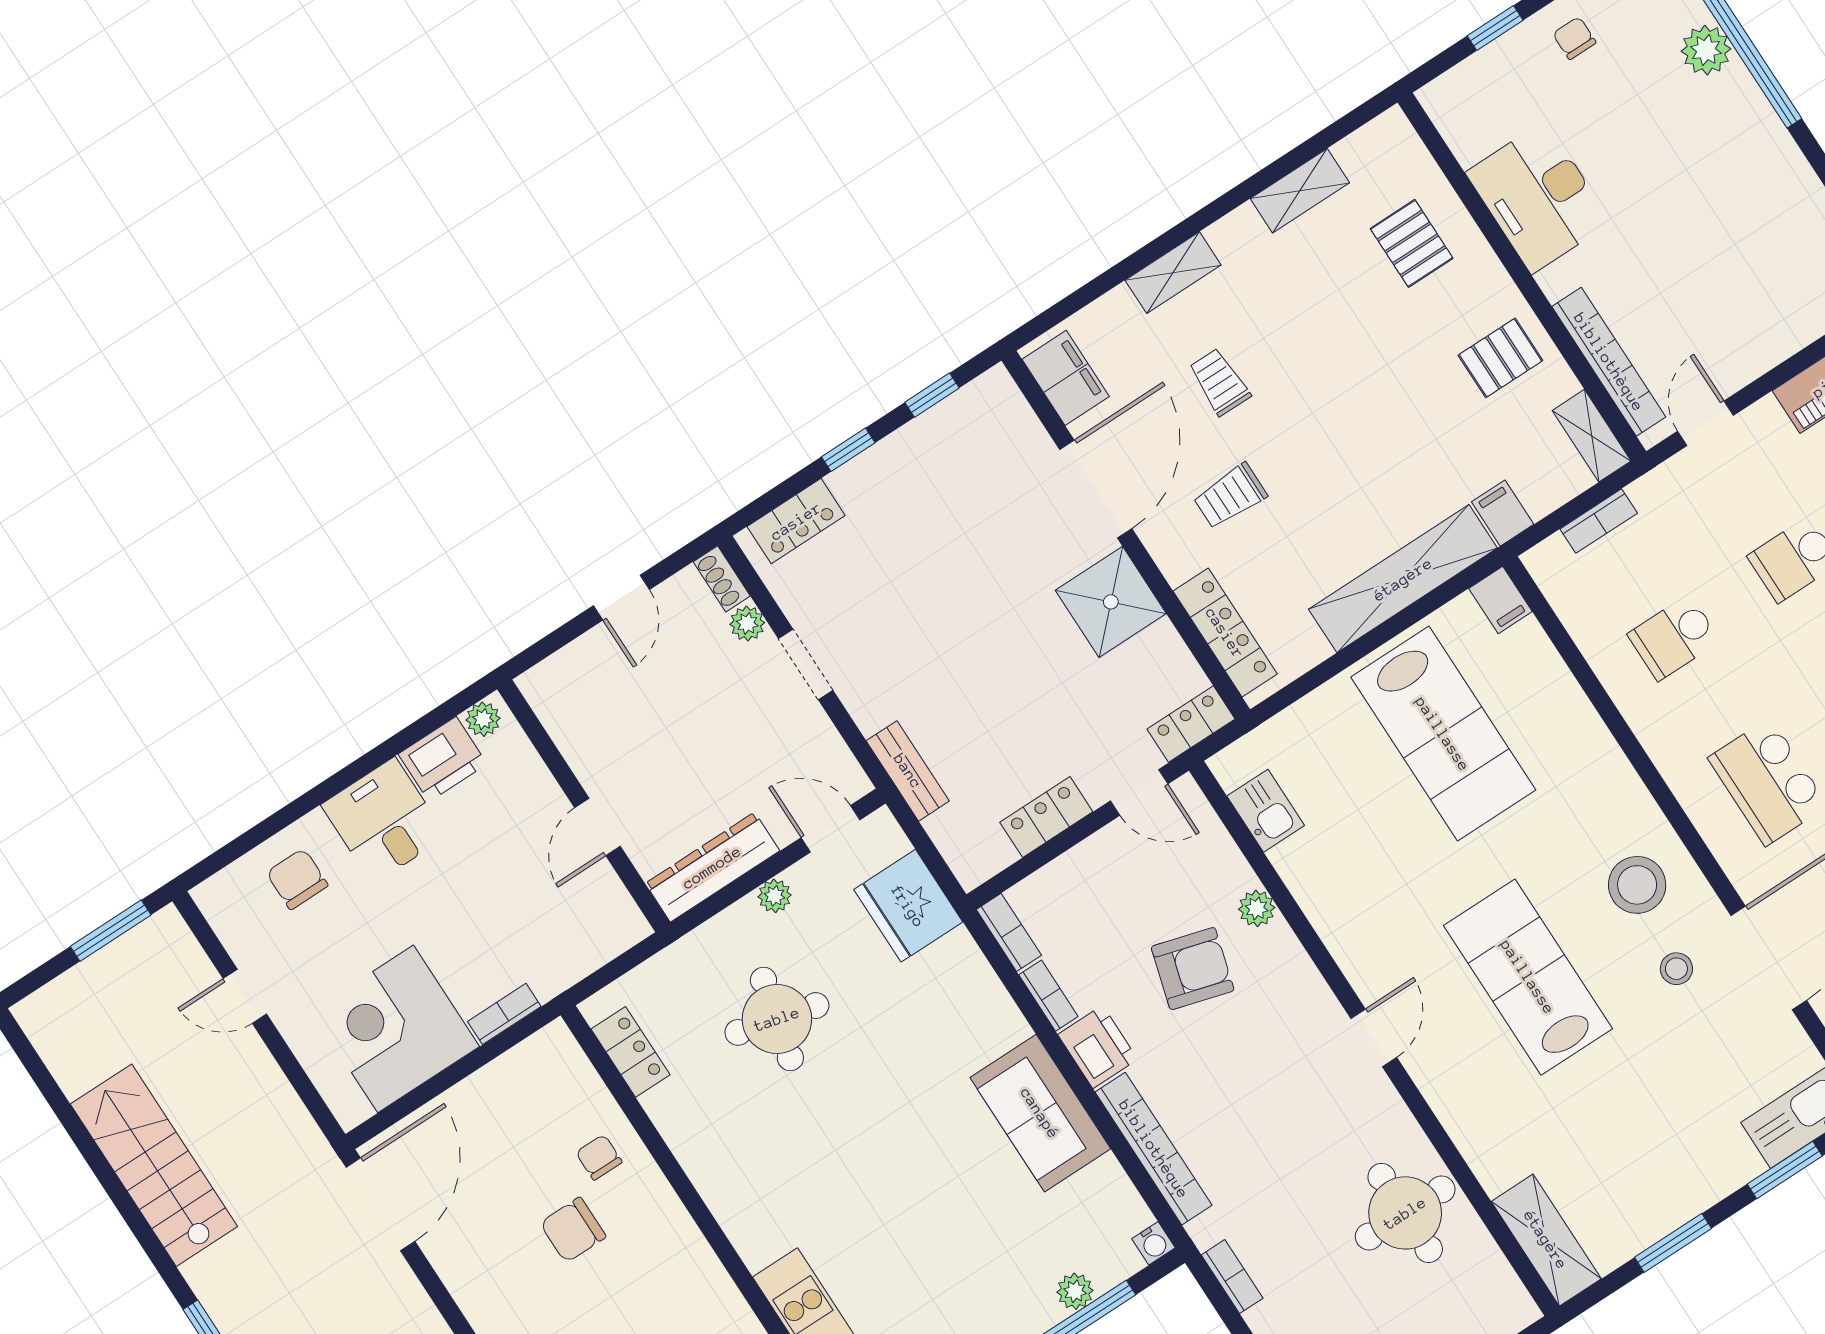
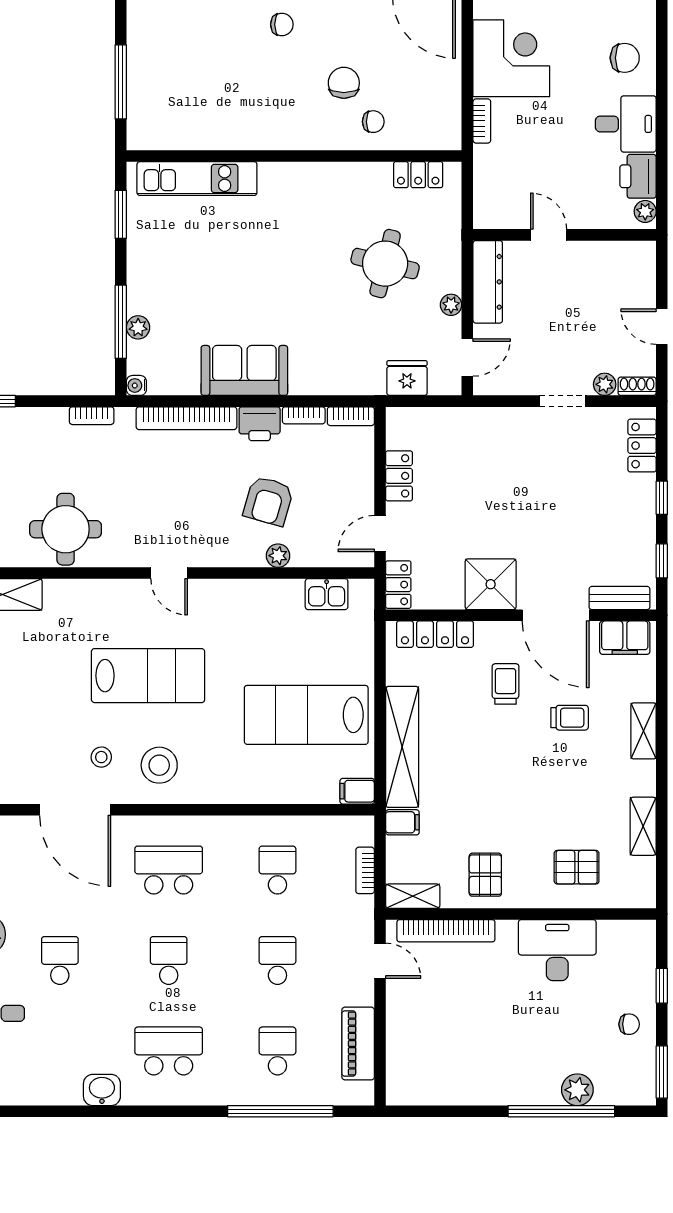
bench: (908, 771) -> (619, 598), moved
fridge: (908, 906) -> (407, 378), width x0.73, depth x0.75

